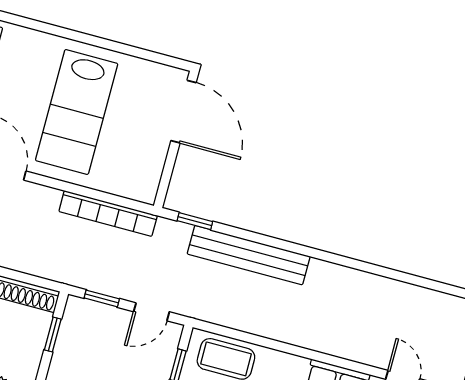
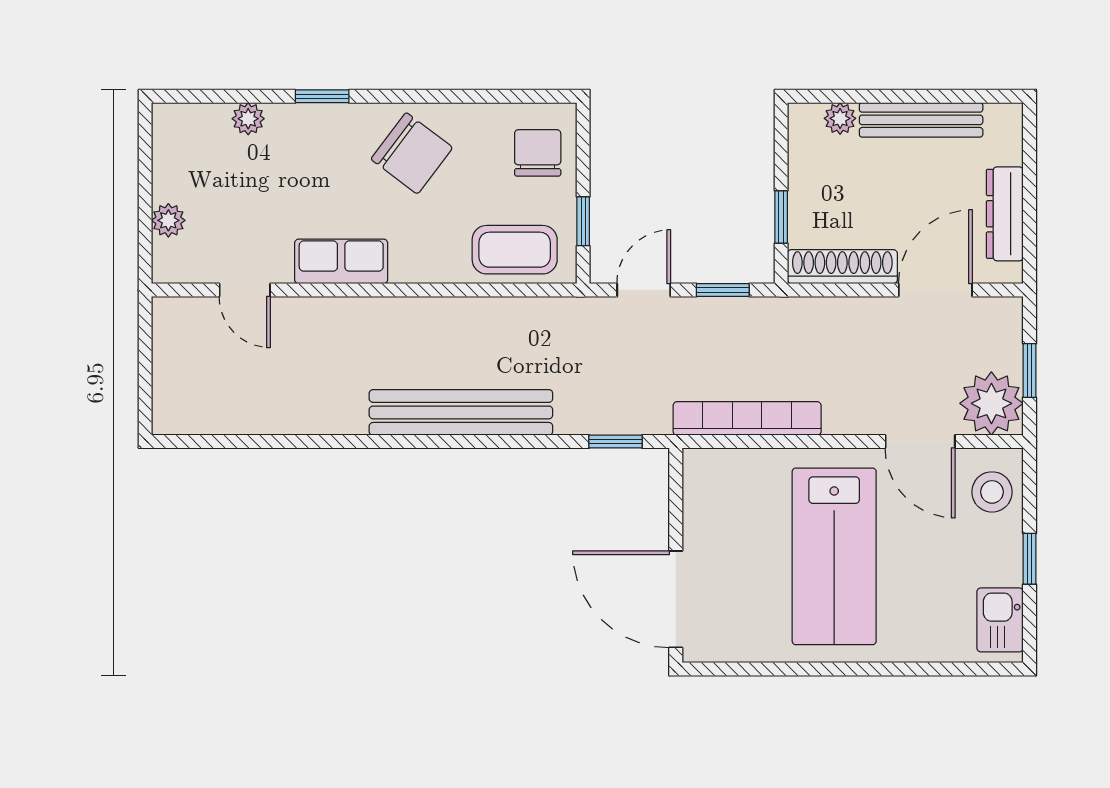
lab bench: (77, 112) -> (834, 556), turned 180
bench: (249, 255) -> (461, 412), moved

